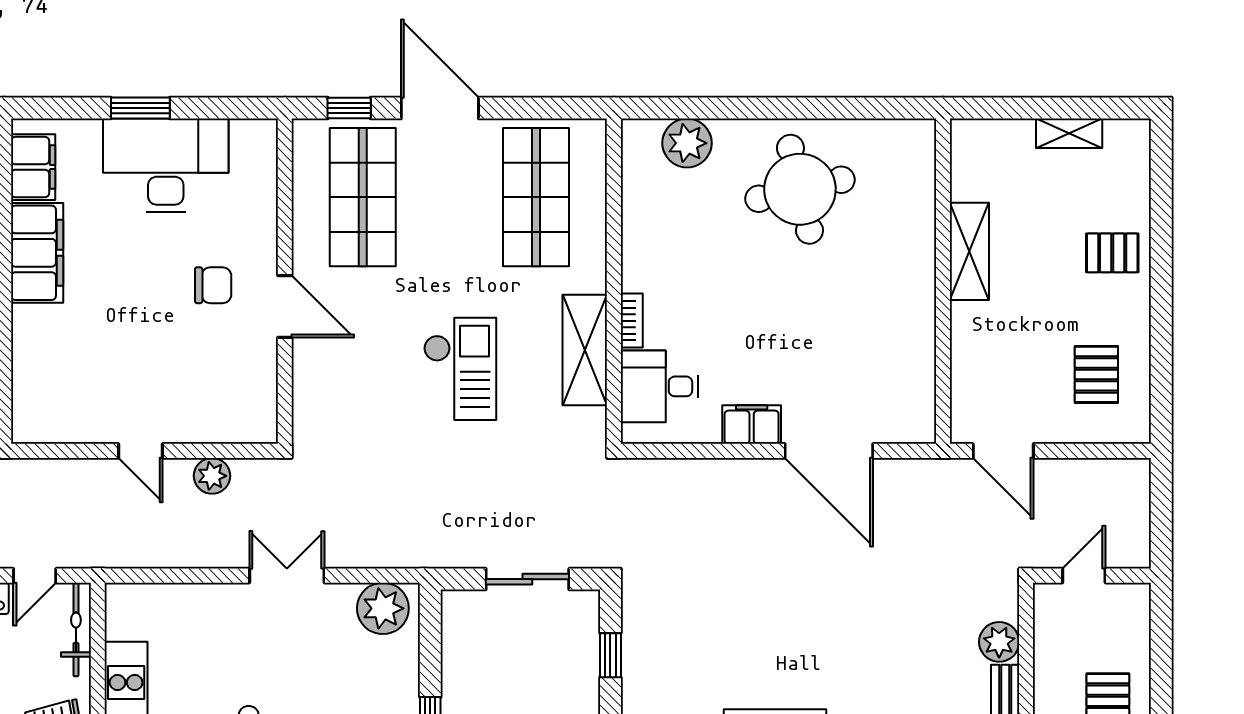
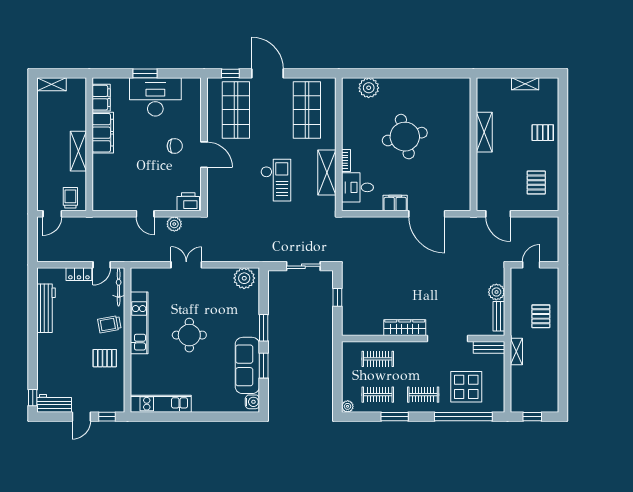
round table: (800, 189) -> (405, 137), moved
printer: (246, 422) -> (188, 202), added
double door: (287, 576) -> (186, 265), moved

